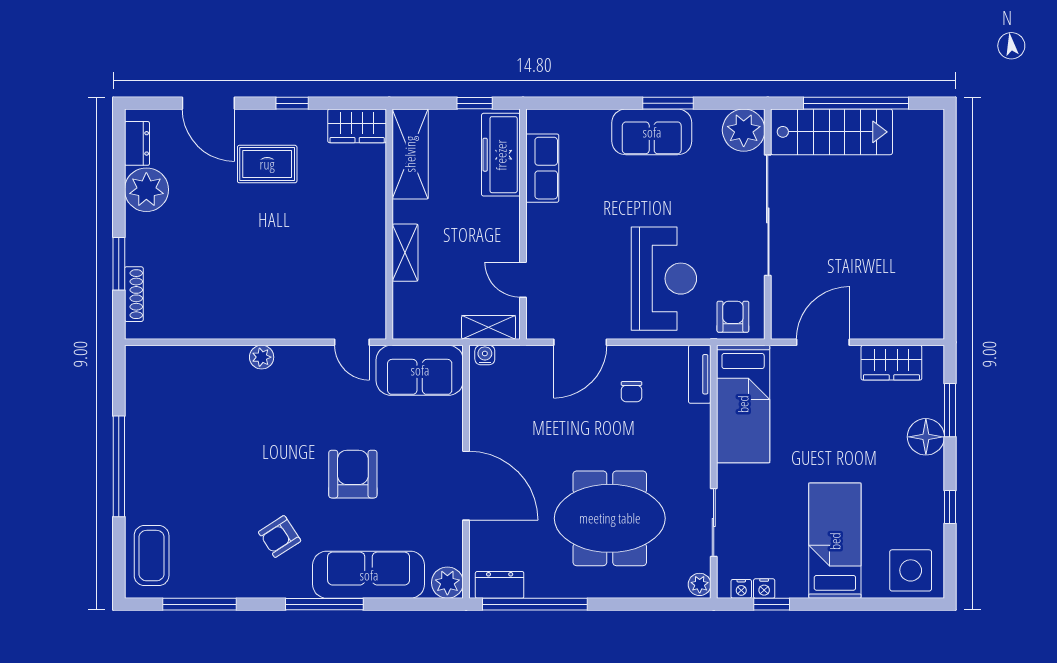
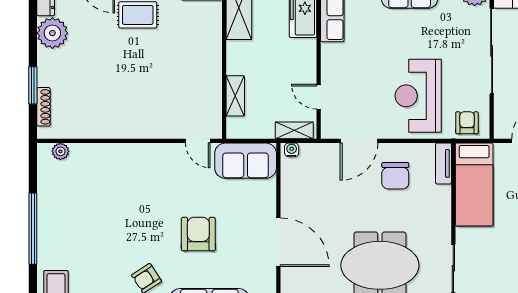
shelving: (405, 253) -> (235, 96), moved
reception desk: (664, 279) -> (418, 96), turned 180
plant: (262, 357) -> (60, 151), moved
chair: (632, 392) -> (395, 176), width x1.87, depth x1.87

